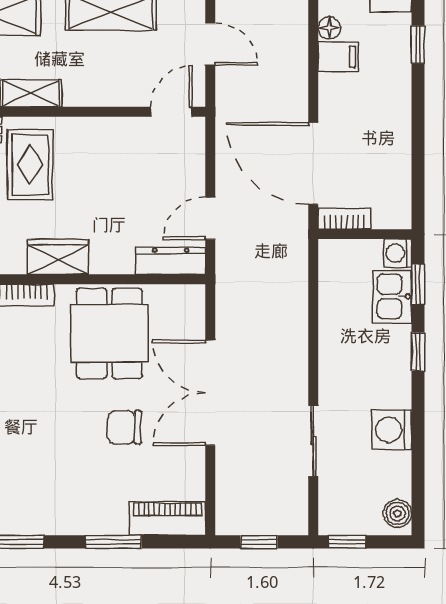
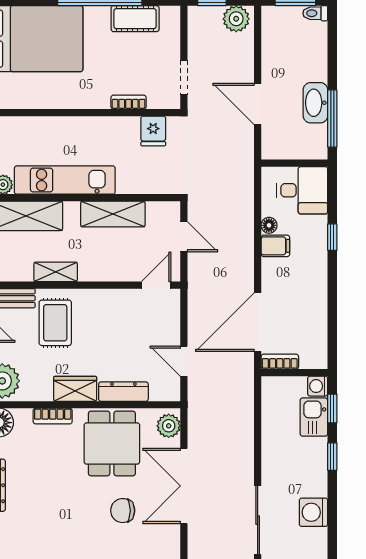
door: (313, 163) -> (258, 322), hinge flipped
door: (210, 218) -> (184, 361), hinge flipped
dresser: (171, 261) -> (123, 392), moved
plant: (189, 309) -> (169, 426), added
sliding door: (313, 441) -> (258, 520), width x1.37

